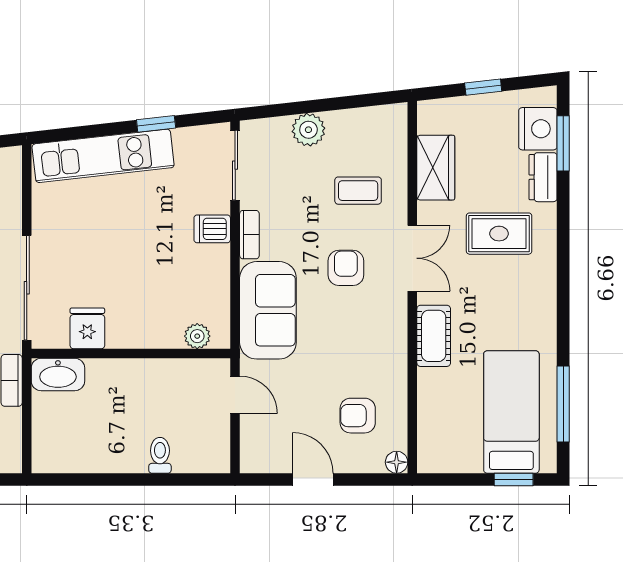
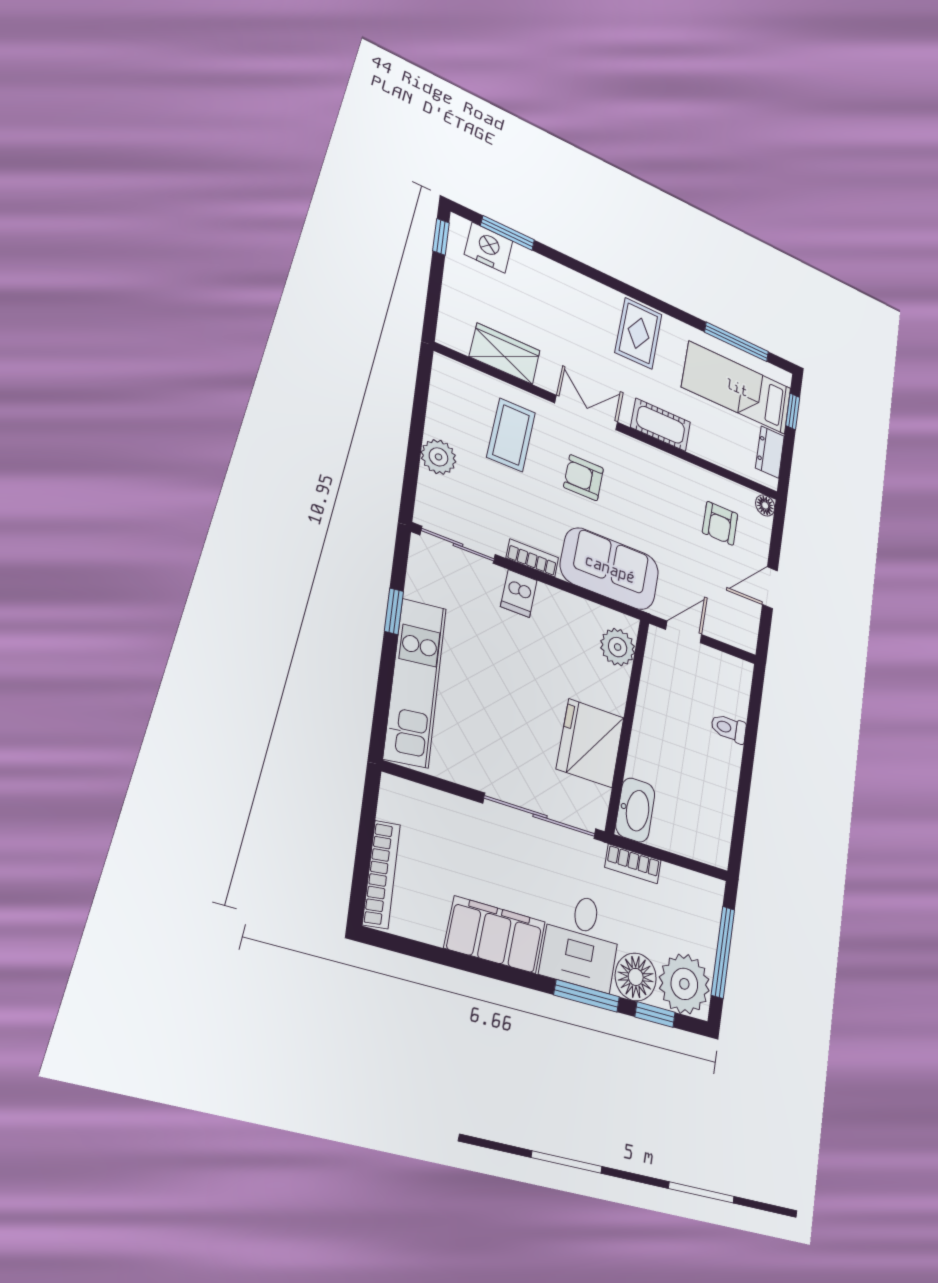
window: (483, 87) -> (441, 237), moved
dresser: (543, 177) -> (770, 452), moved, turned 90
coffee table: (358, 191) -> (511, 435), width x1.36, depth x1.30
rug: (499, 234) -> (639, 333), moved
fridge: (87, 328) -> (590, 743), width x1.88, depth x1.34
plant: (197, 336) -> (618, 647), width x1.38, depth x1.38

